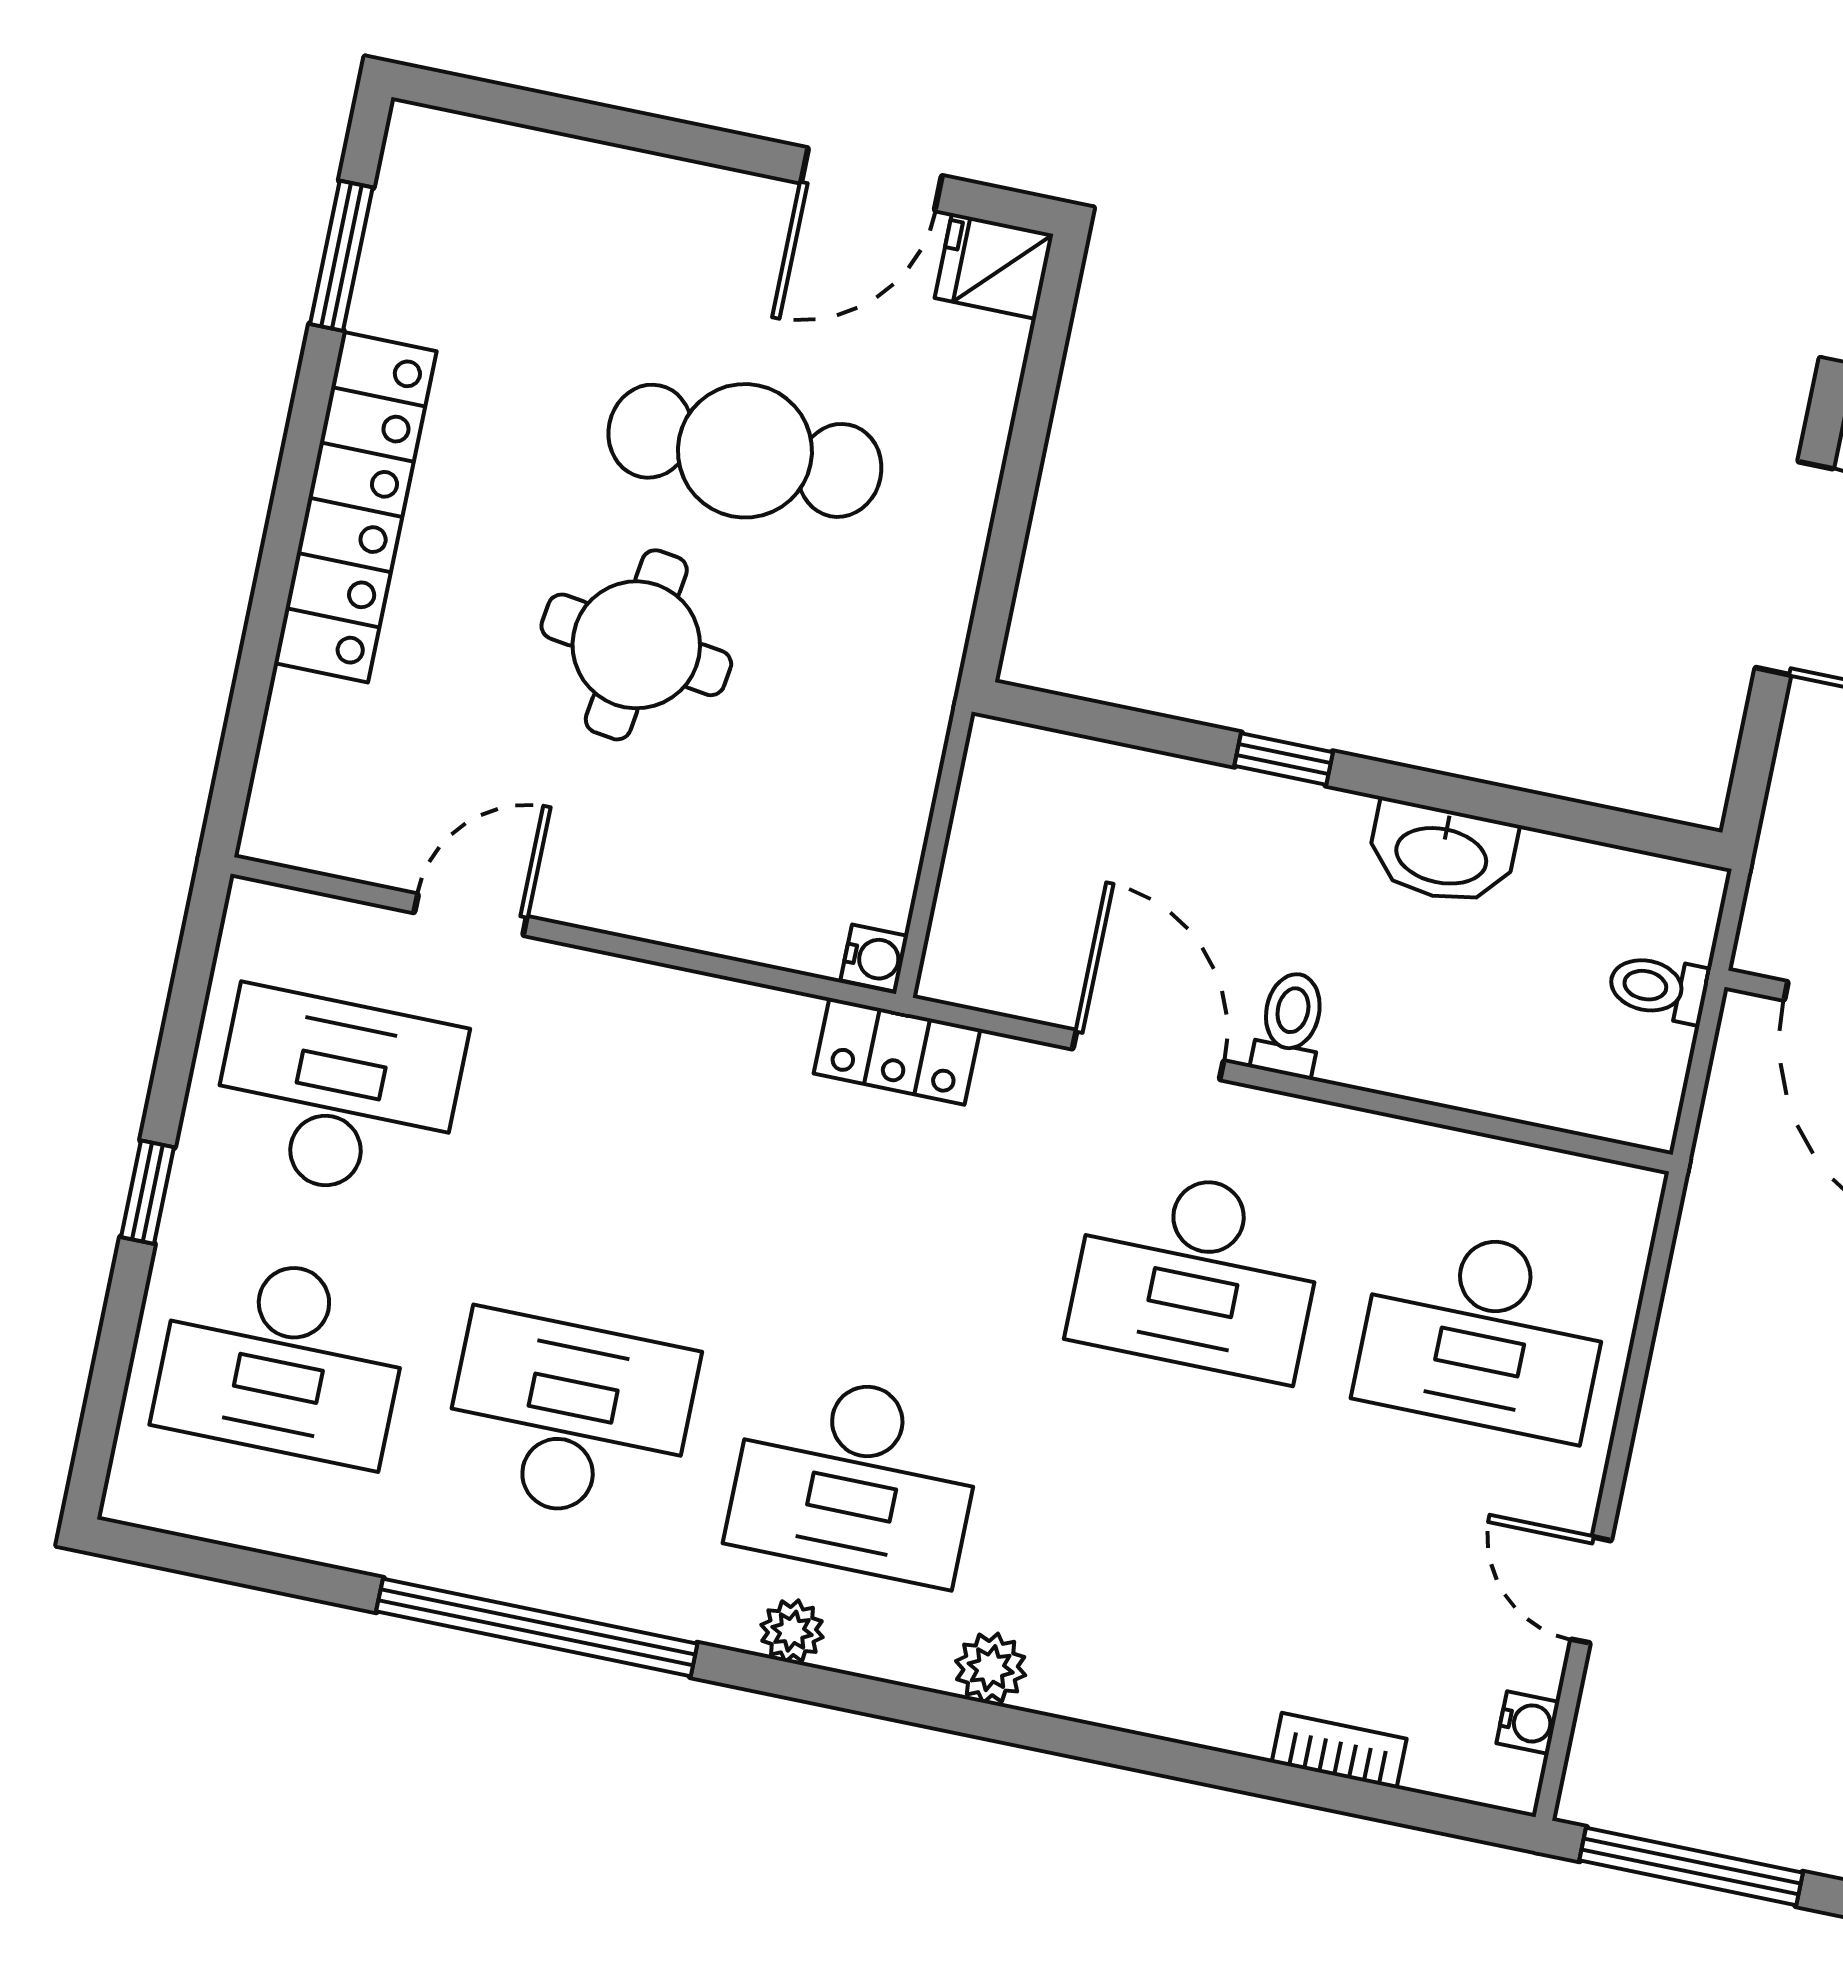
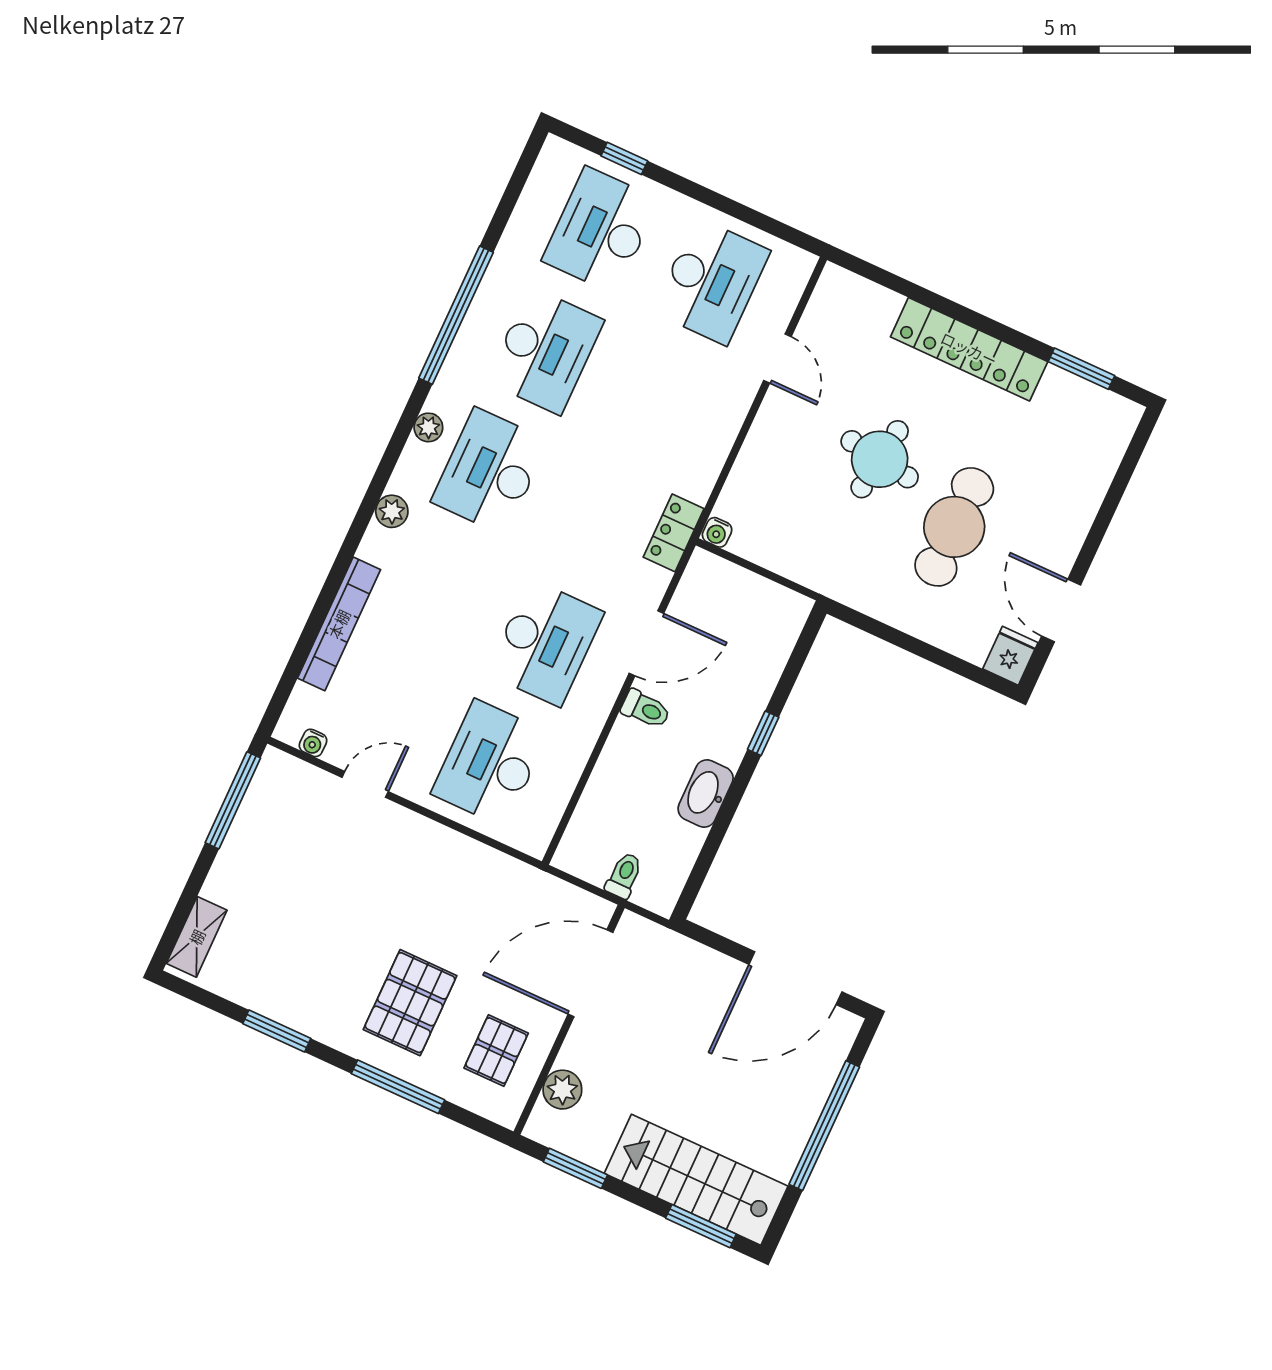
window: (147, 1192) -> (624, 158), moved
desk: (1197, 1273) -> (545, 643), turned 180
bookcase: (1339, 1751) -> (339, 624), width x2.31, depth x1.31

